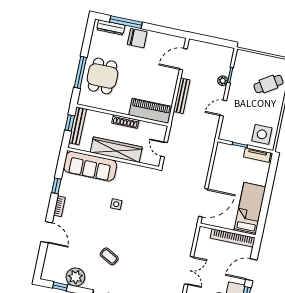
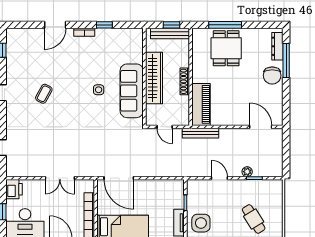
dining table: (102, 76) -> (226, 48), turned 90
bench: (182, 96) -> (200, 133), moved
door: (164, 149) -> (165, 127), swing flipped
sofa: (90, 166) -> (132, 91), moved
double door: (189, 270) -> (60, 178), moved
plant: (75, 277) -> (16, 64), removed

